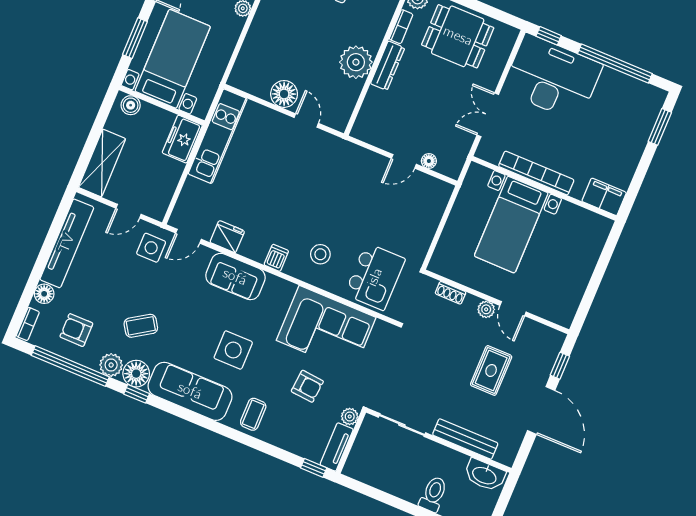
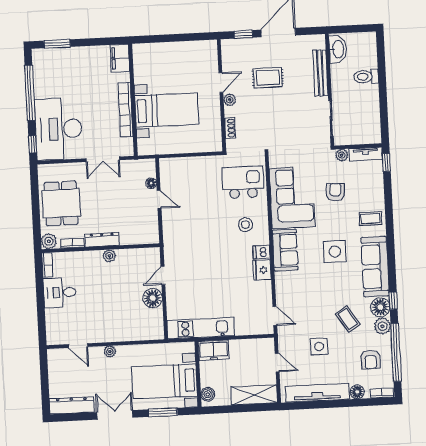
plant: (356, 62) -> (109, 256), width x0.53, depth x0.53
fridge: (227, 237) -> (262, 270), moved
side table: (151, 248) -> (319, 347), moved
sofa: (235, 277) -> (285, 250), moved

